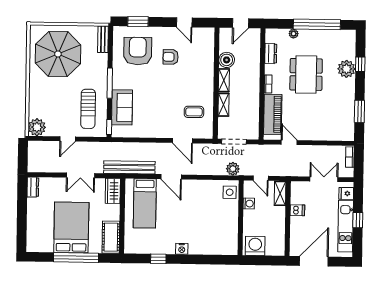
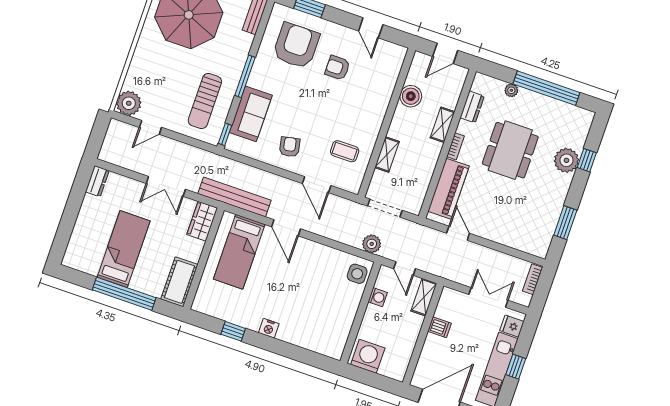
shelving: (224, 80) -> (443, 125), moved
armchair: (156, 121) -> (290, 147), added
door: (68, 139) -> (150, 127), moved
bed: (71, 227) -> (124, 249), width x0.67

